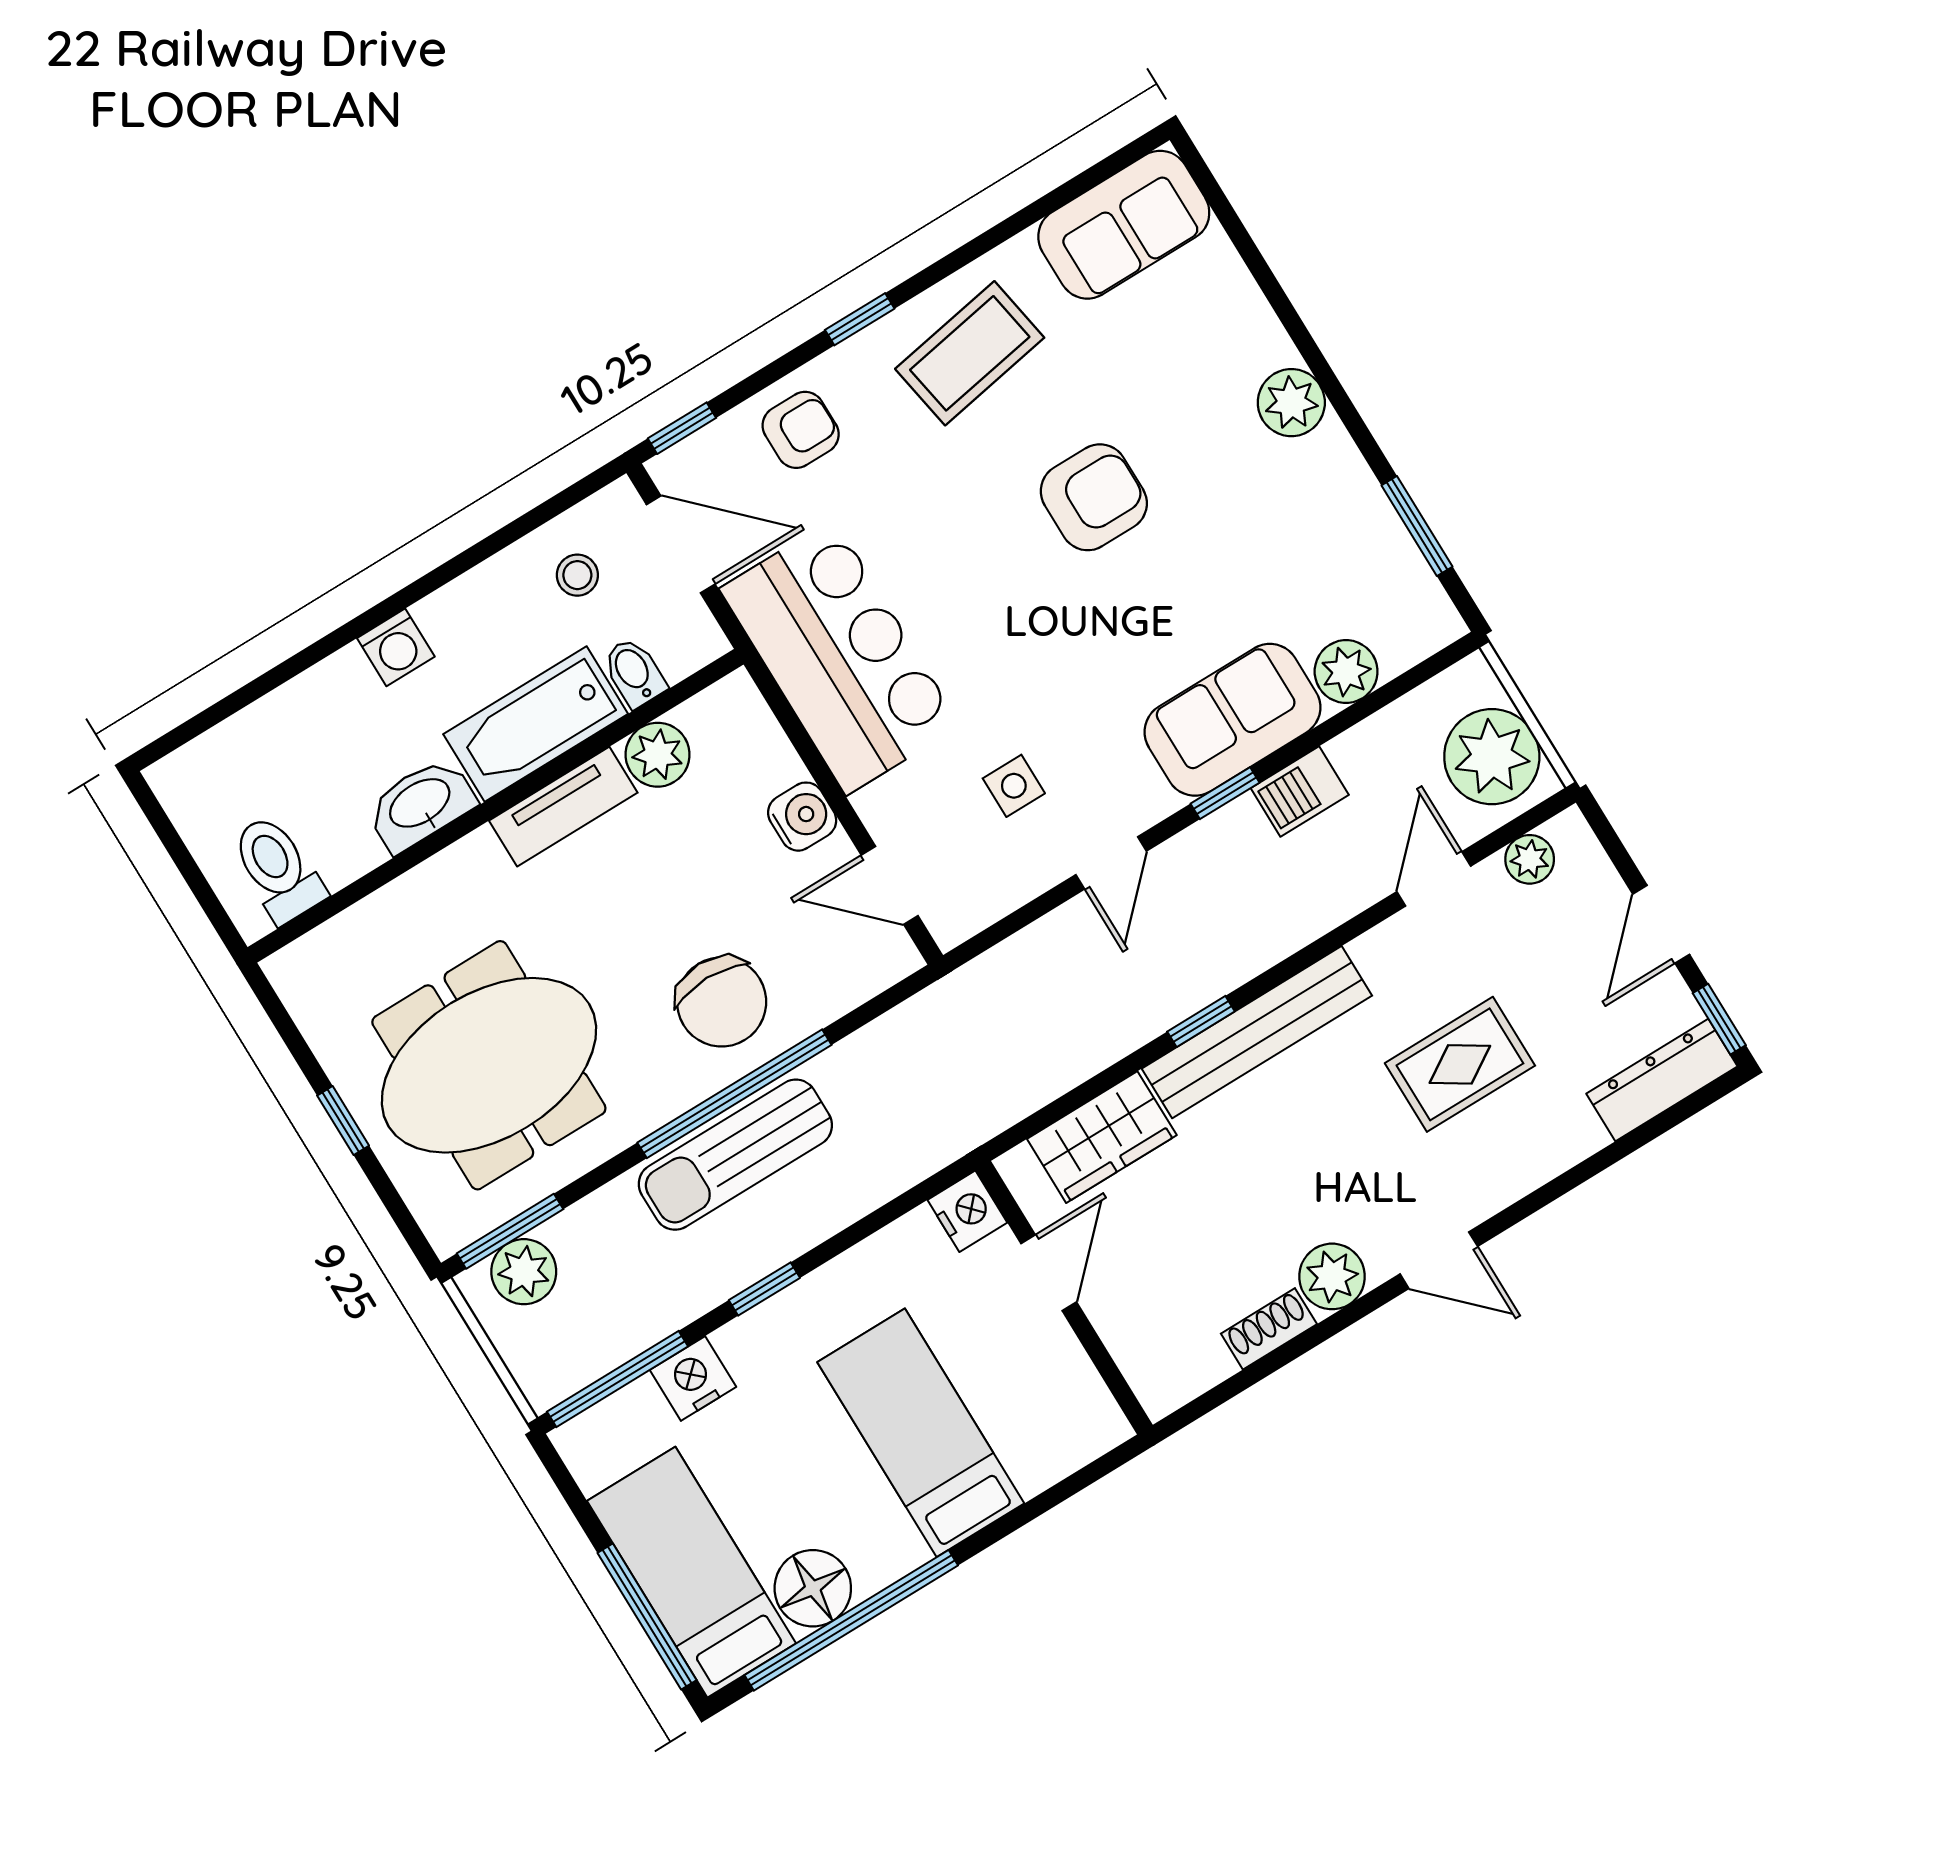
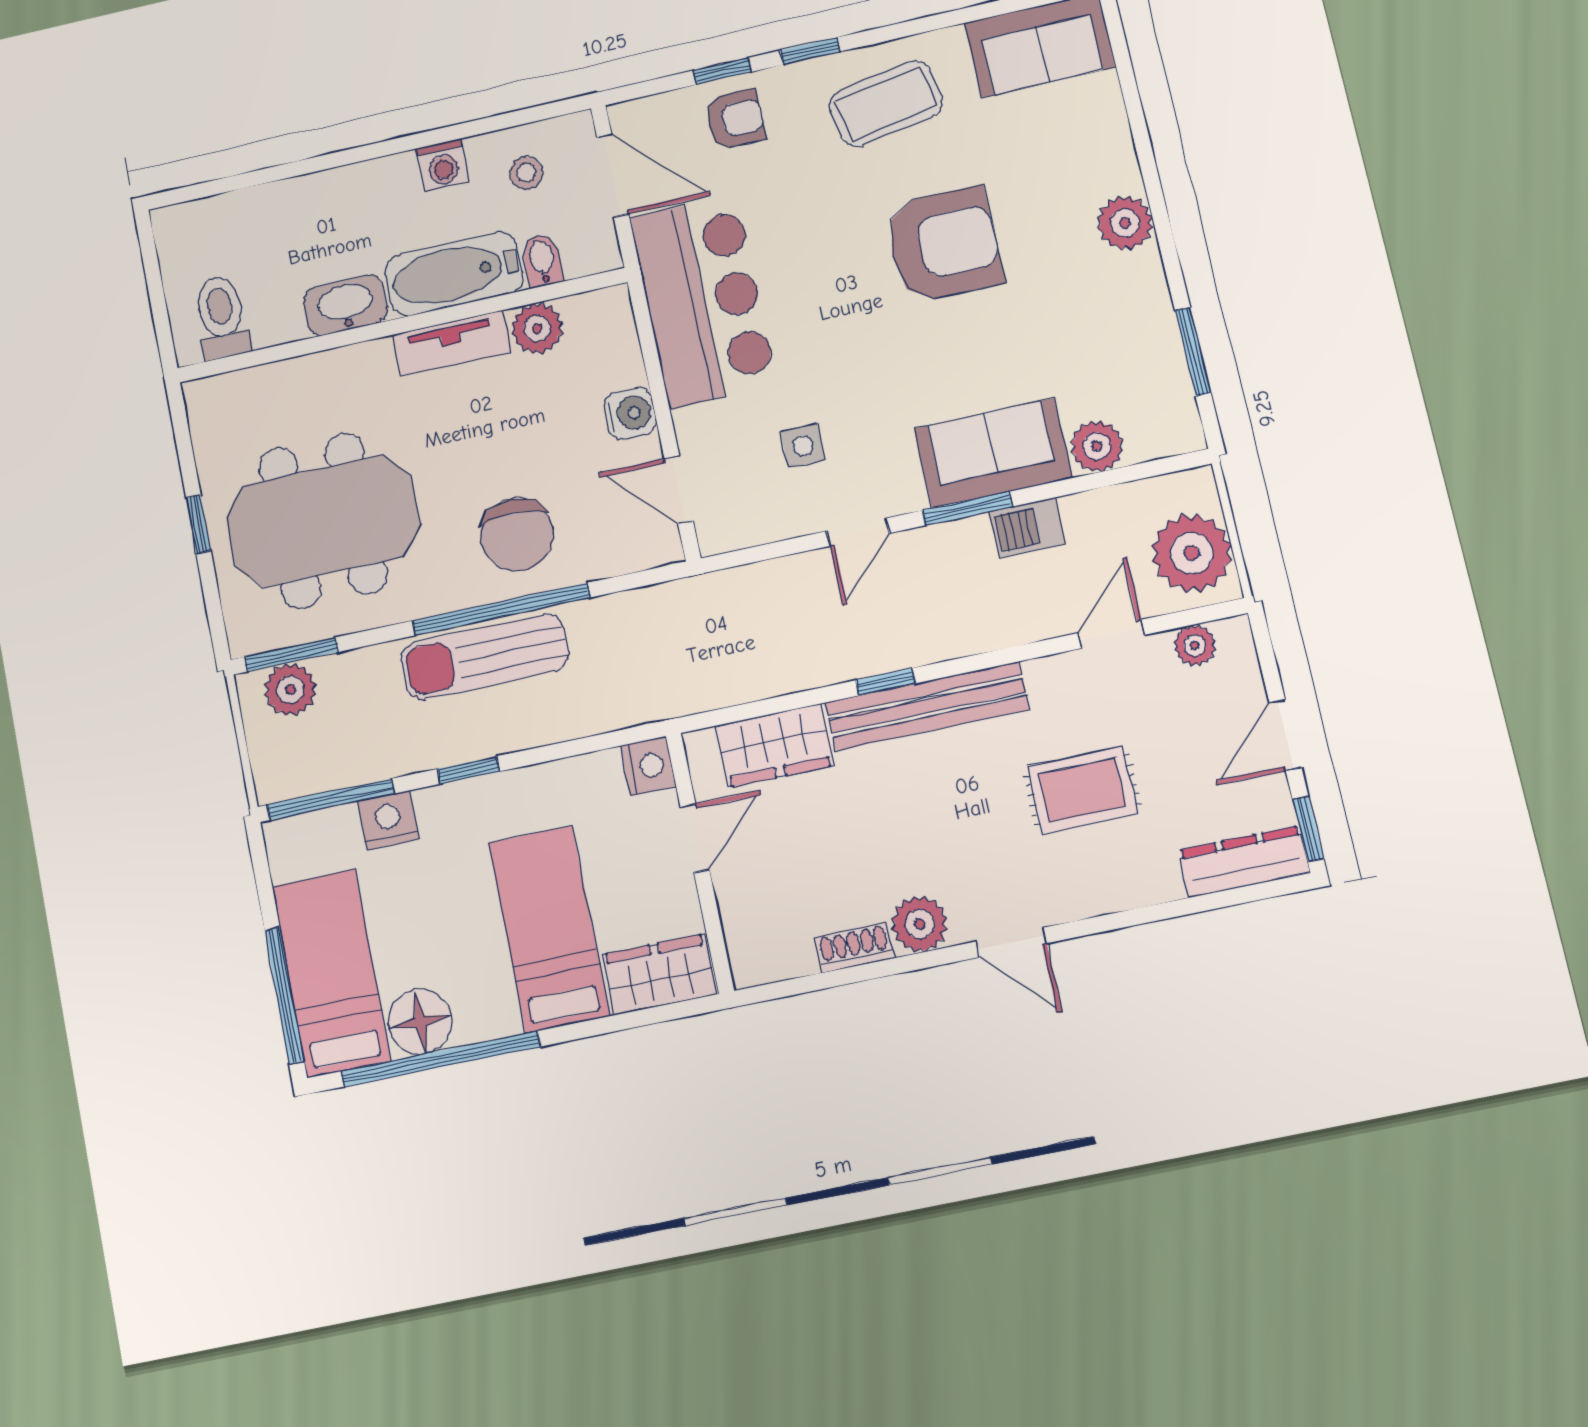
window: (682, 428) -> (722, 71), moved
armchair: (1094, 497) -> (944, 245), width x1.36, depth x1.36
washing machine: (396, 647) -> (443, 165), moved
window: (1225, 793) -> (967, 509), width x1.50
wardrobe: (1063, 1438) -> (659, 974), added

